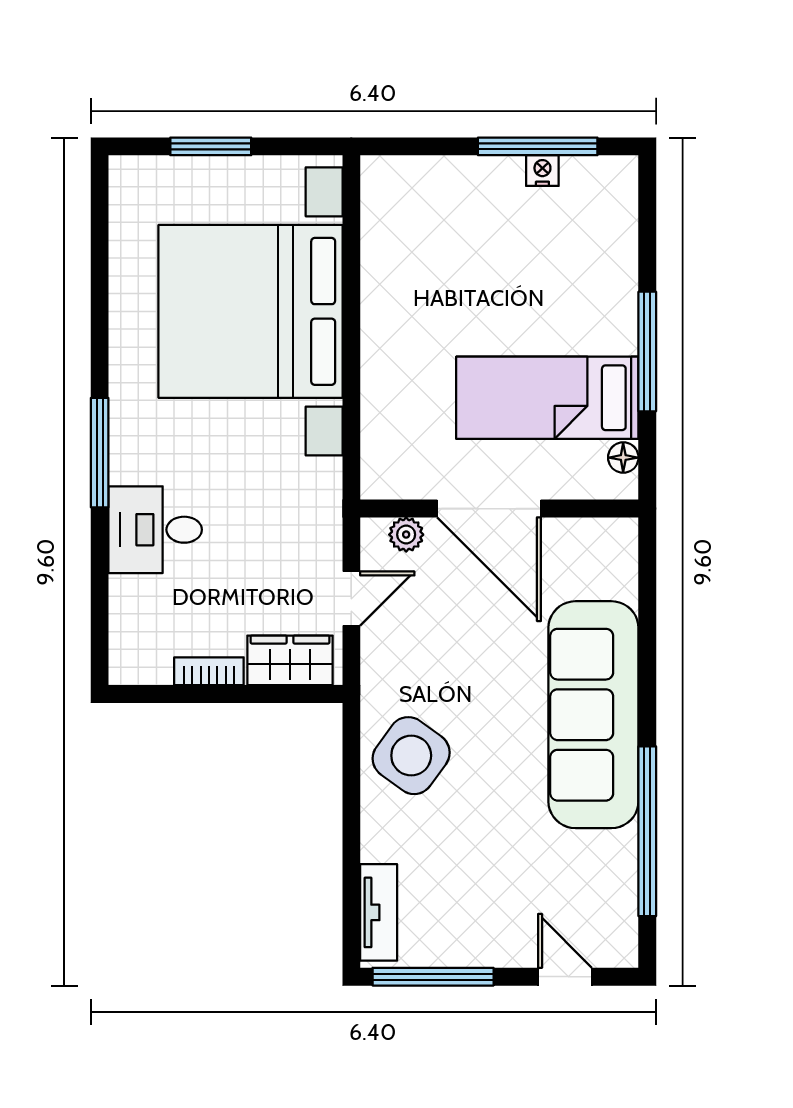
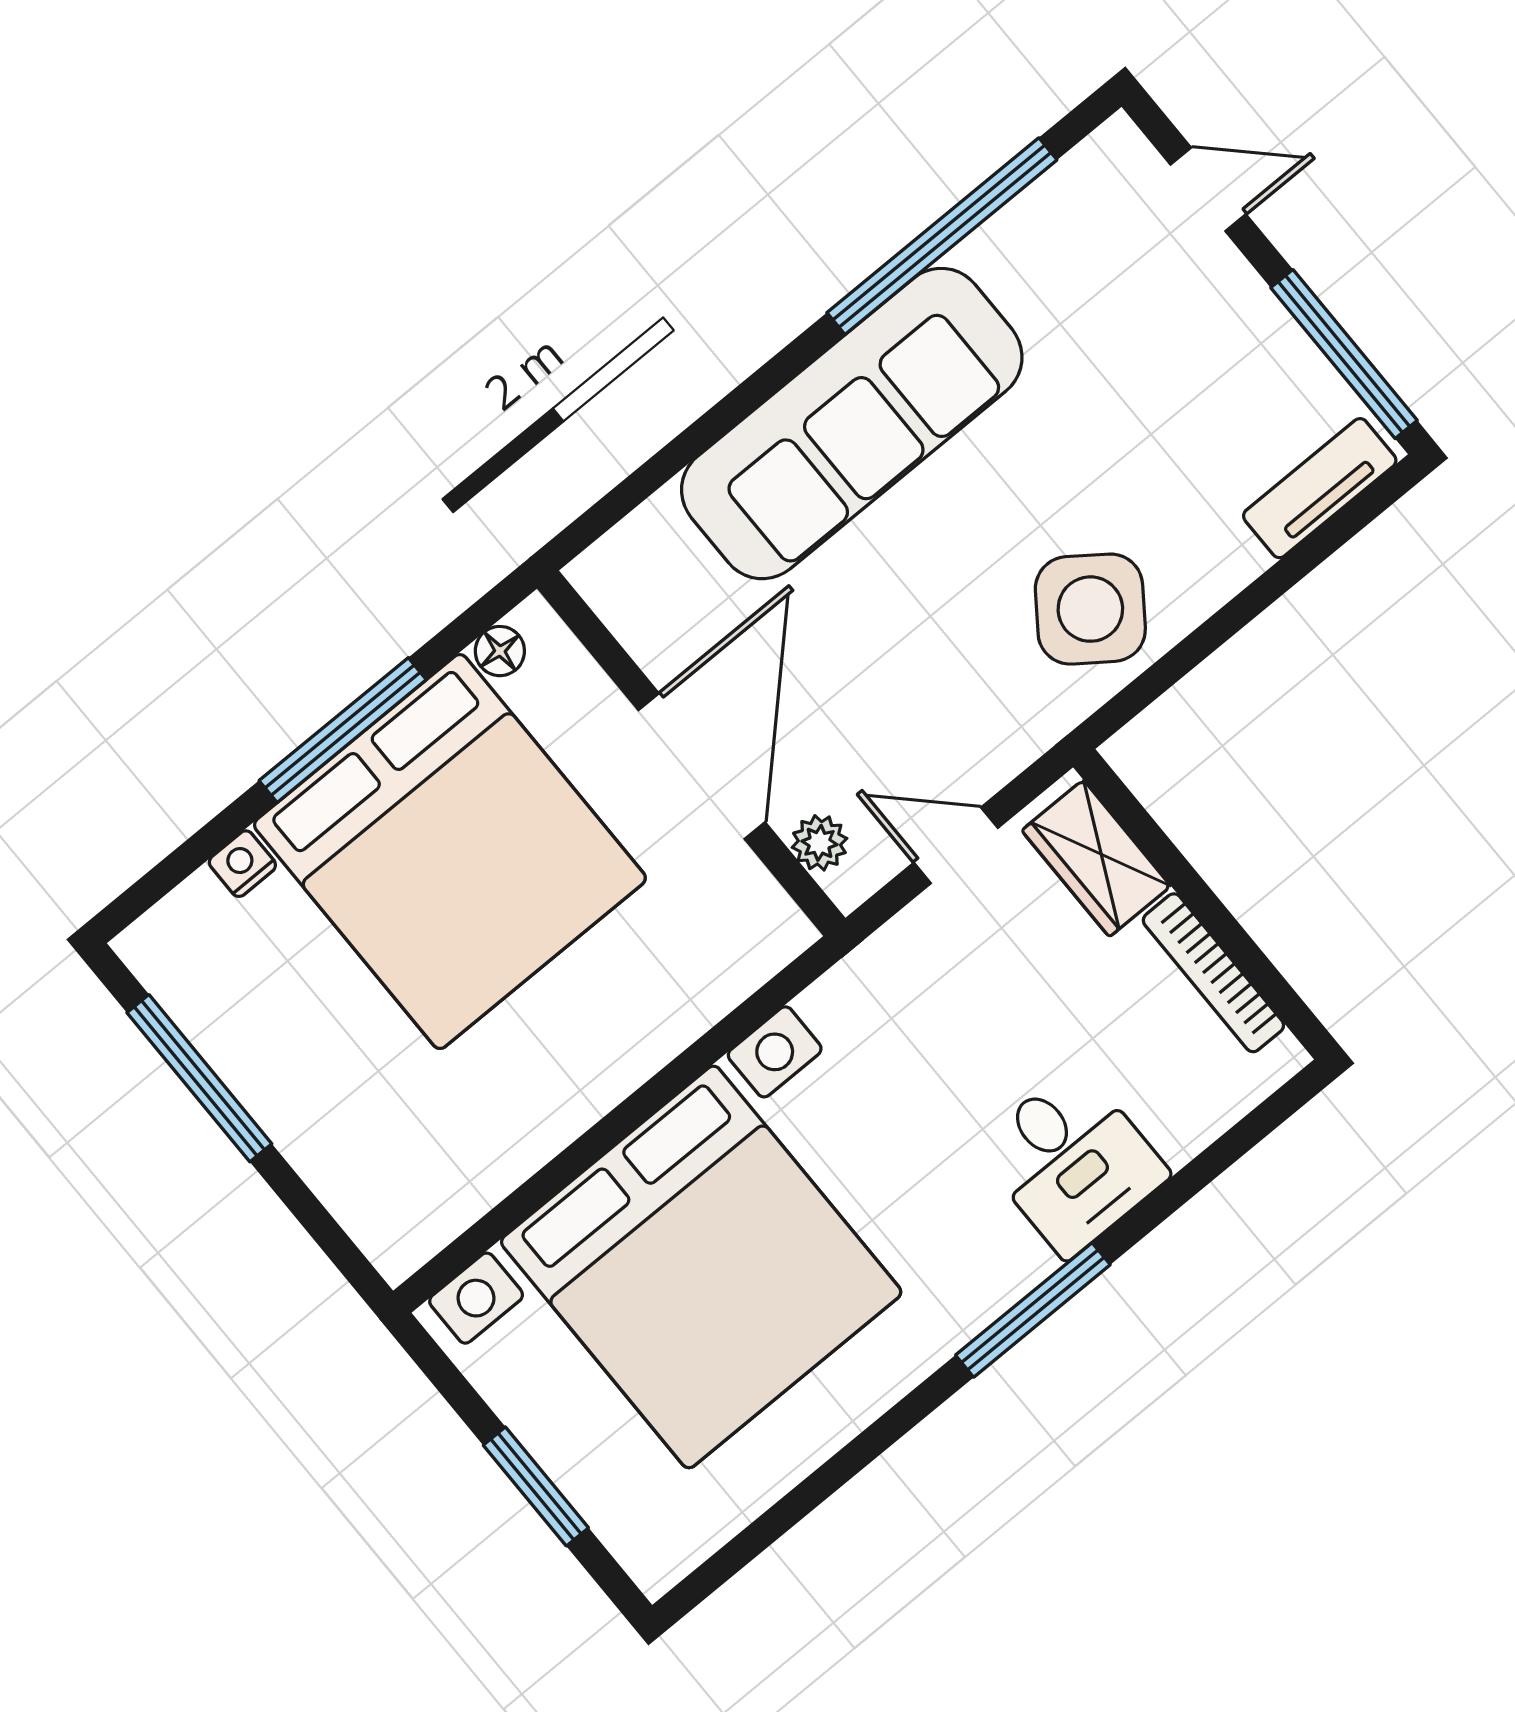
nightstand: (542, 171) -> (242, 864), moved, turned 90
bed: (547, 398) -> (450, 851), width x2.04
bookcase: (209, 671) -> (1213, 973), width x1.56
door: (565, 977) -> (1208, 189), swing flipped

